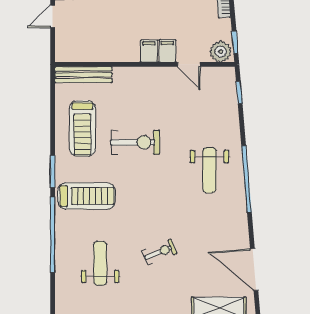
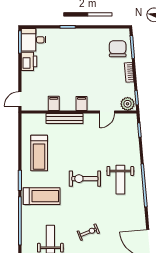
door: (53, 16) -> (20, 99), moved
filing cabinet: (167, 51) -> (54, 103), moved
door: (189, 64) -> (107, 112), hinge flipped
bench: (83, 75) -> (64, 119), moved
exercise bike: (135, 142) -> (85, 179), moved, turned 180

